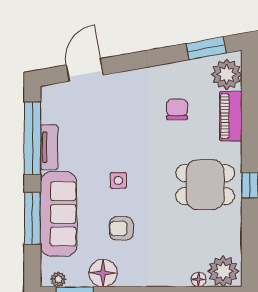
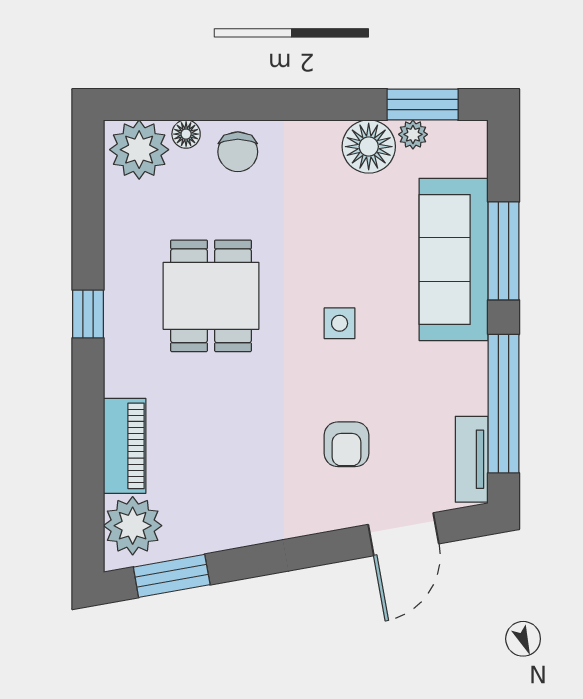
chair: (177, 109) -> (238, 152), moved
tv unit: (49, 147) -> (472, 459), moved
dining table: (205, 185) -> (211, 296), moved, turned 90
armchair: (121, 228) -> (347, 444), moved, turned 90
plant: (58, 279) -> (413, 134), moved

